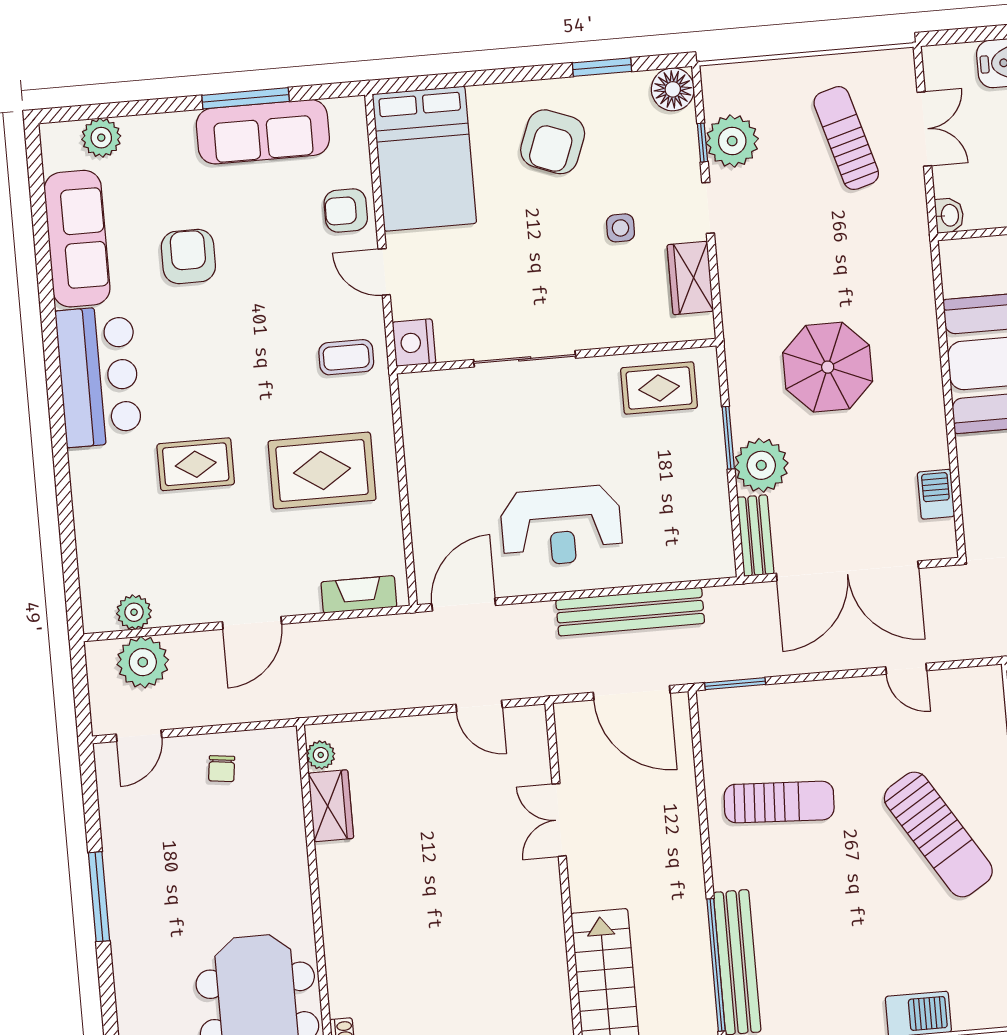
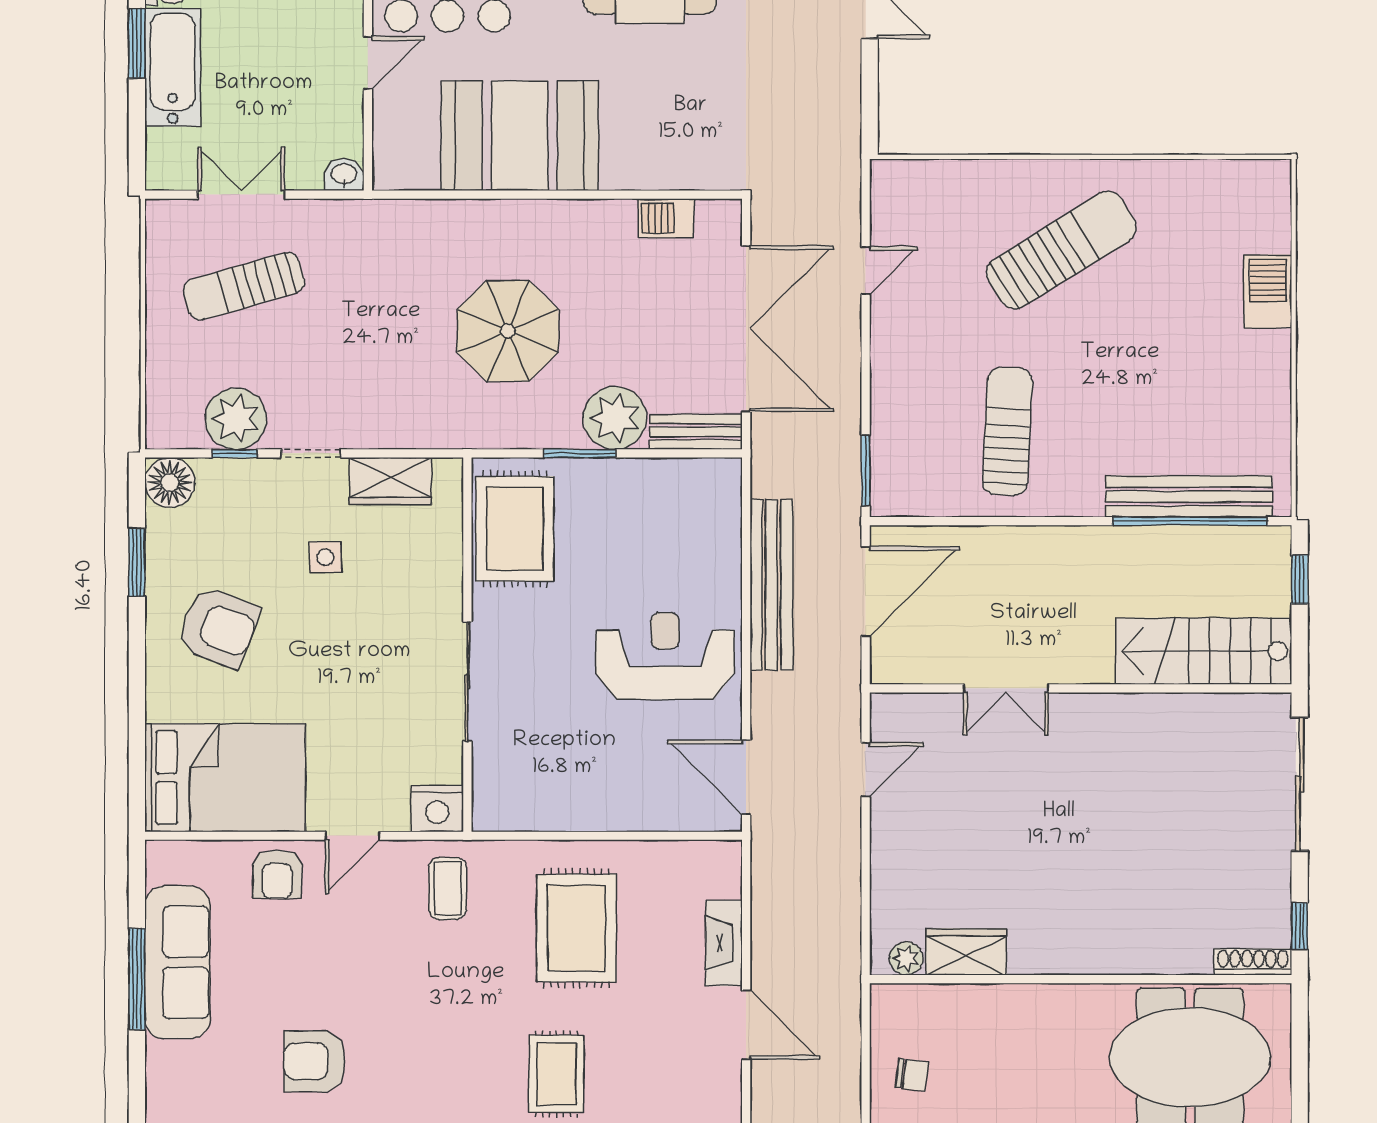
rug: (659, 388) -> (515, 529), width x1.36, depth x1.43
reception desk: (561, 526) -> (665, 656), turned -90
fireplace: (359, 594) -> (724, 943), moved

